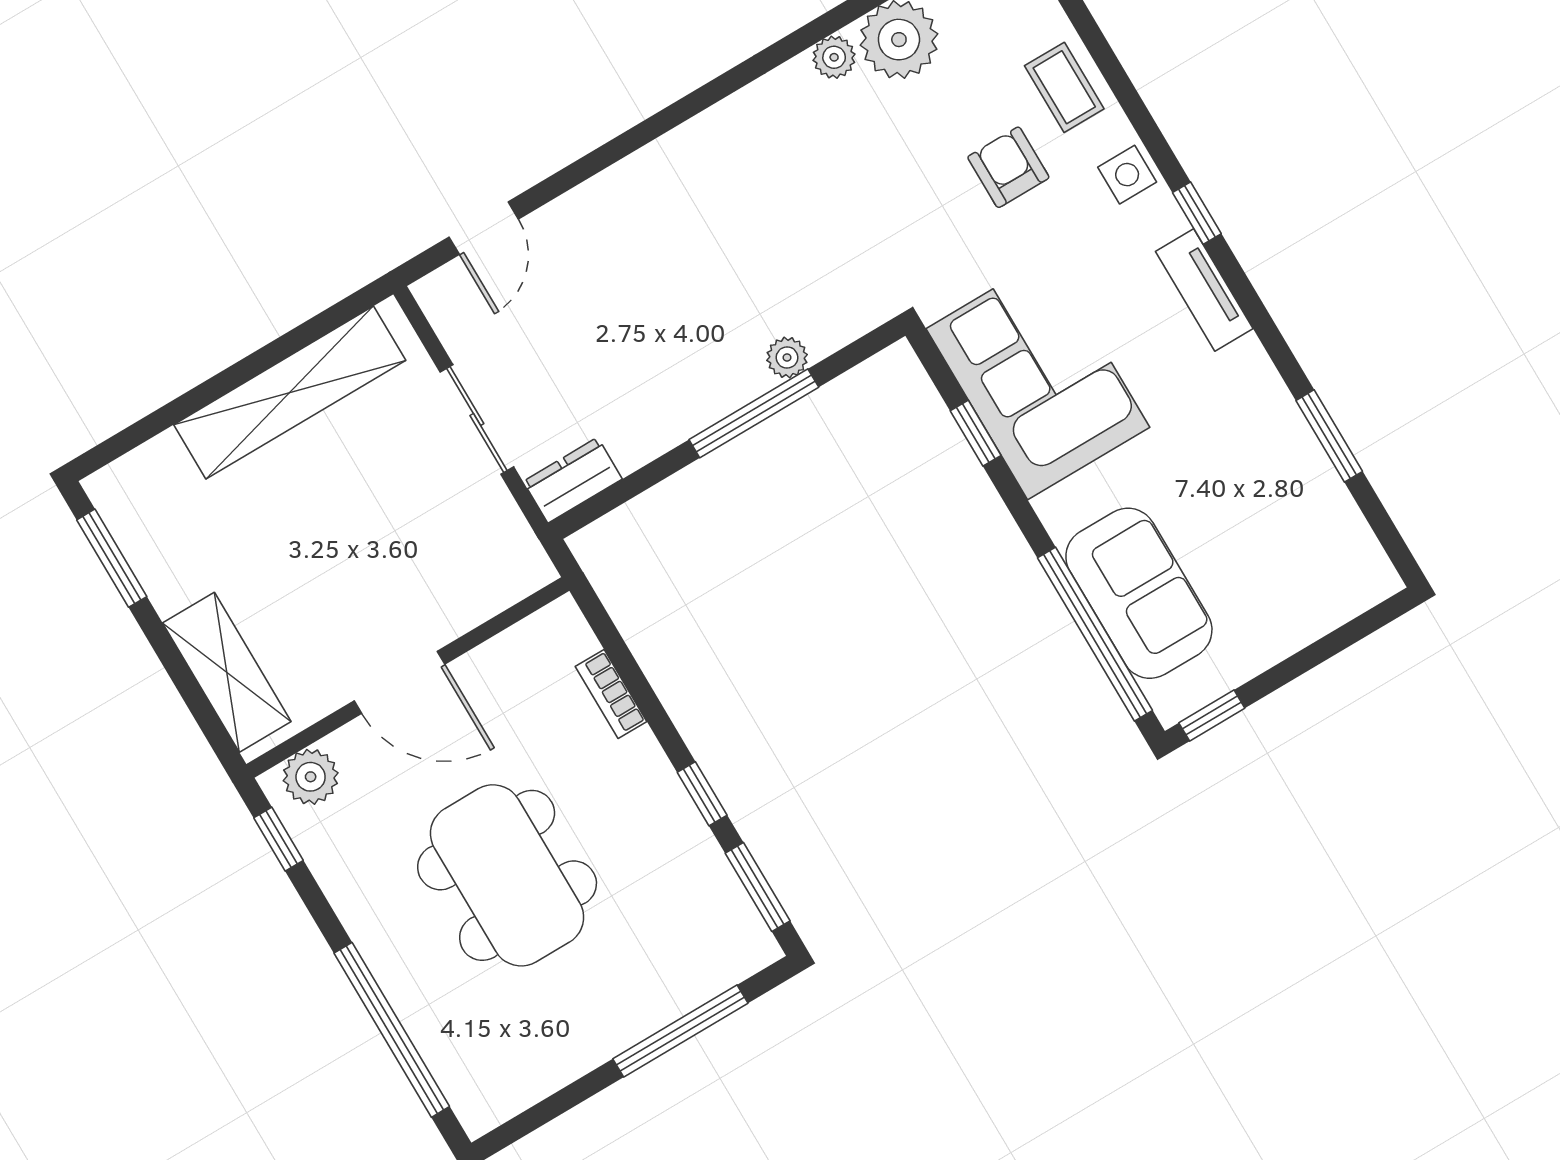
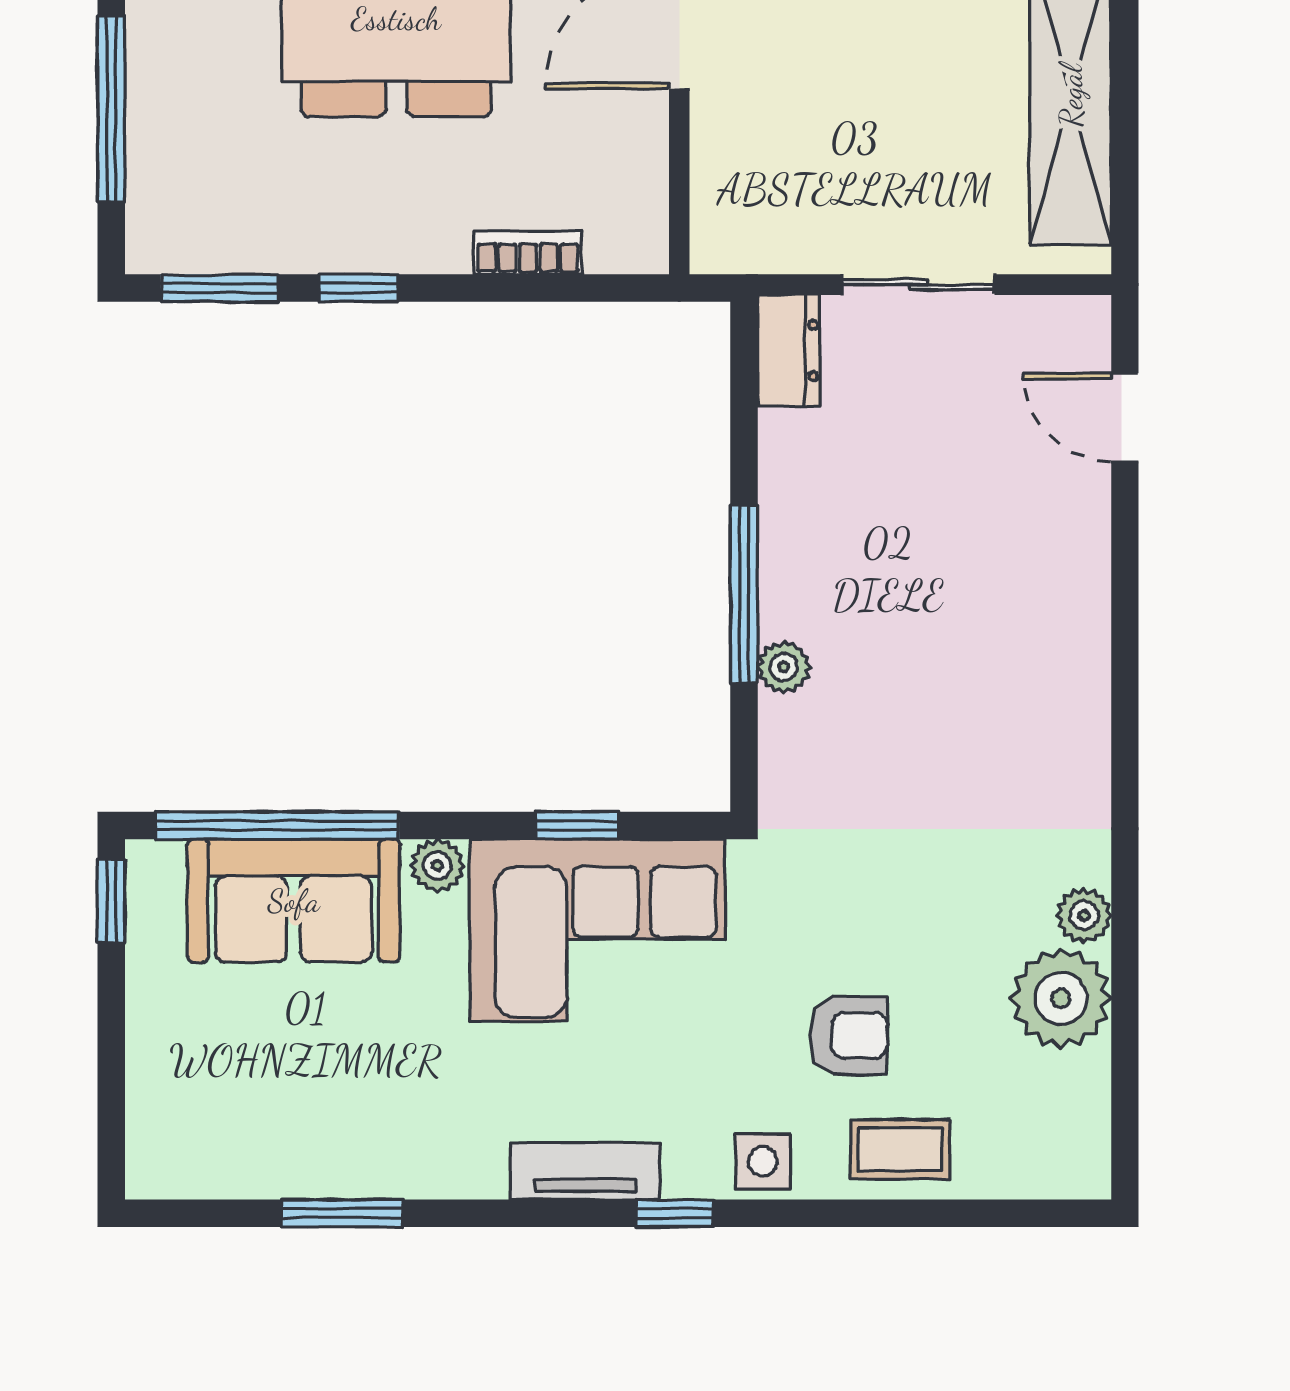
plant: (1058, 511) -> (437, 866), added

